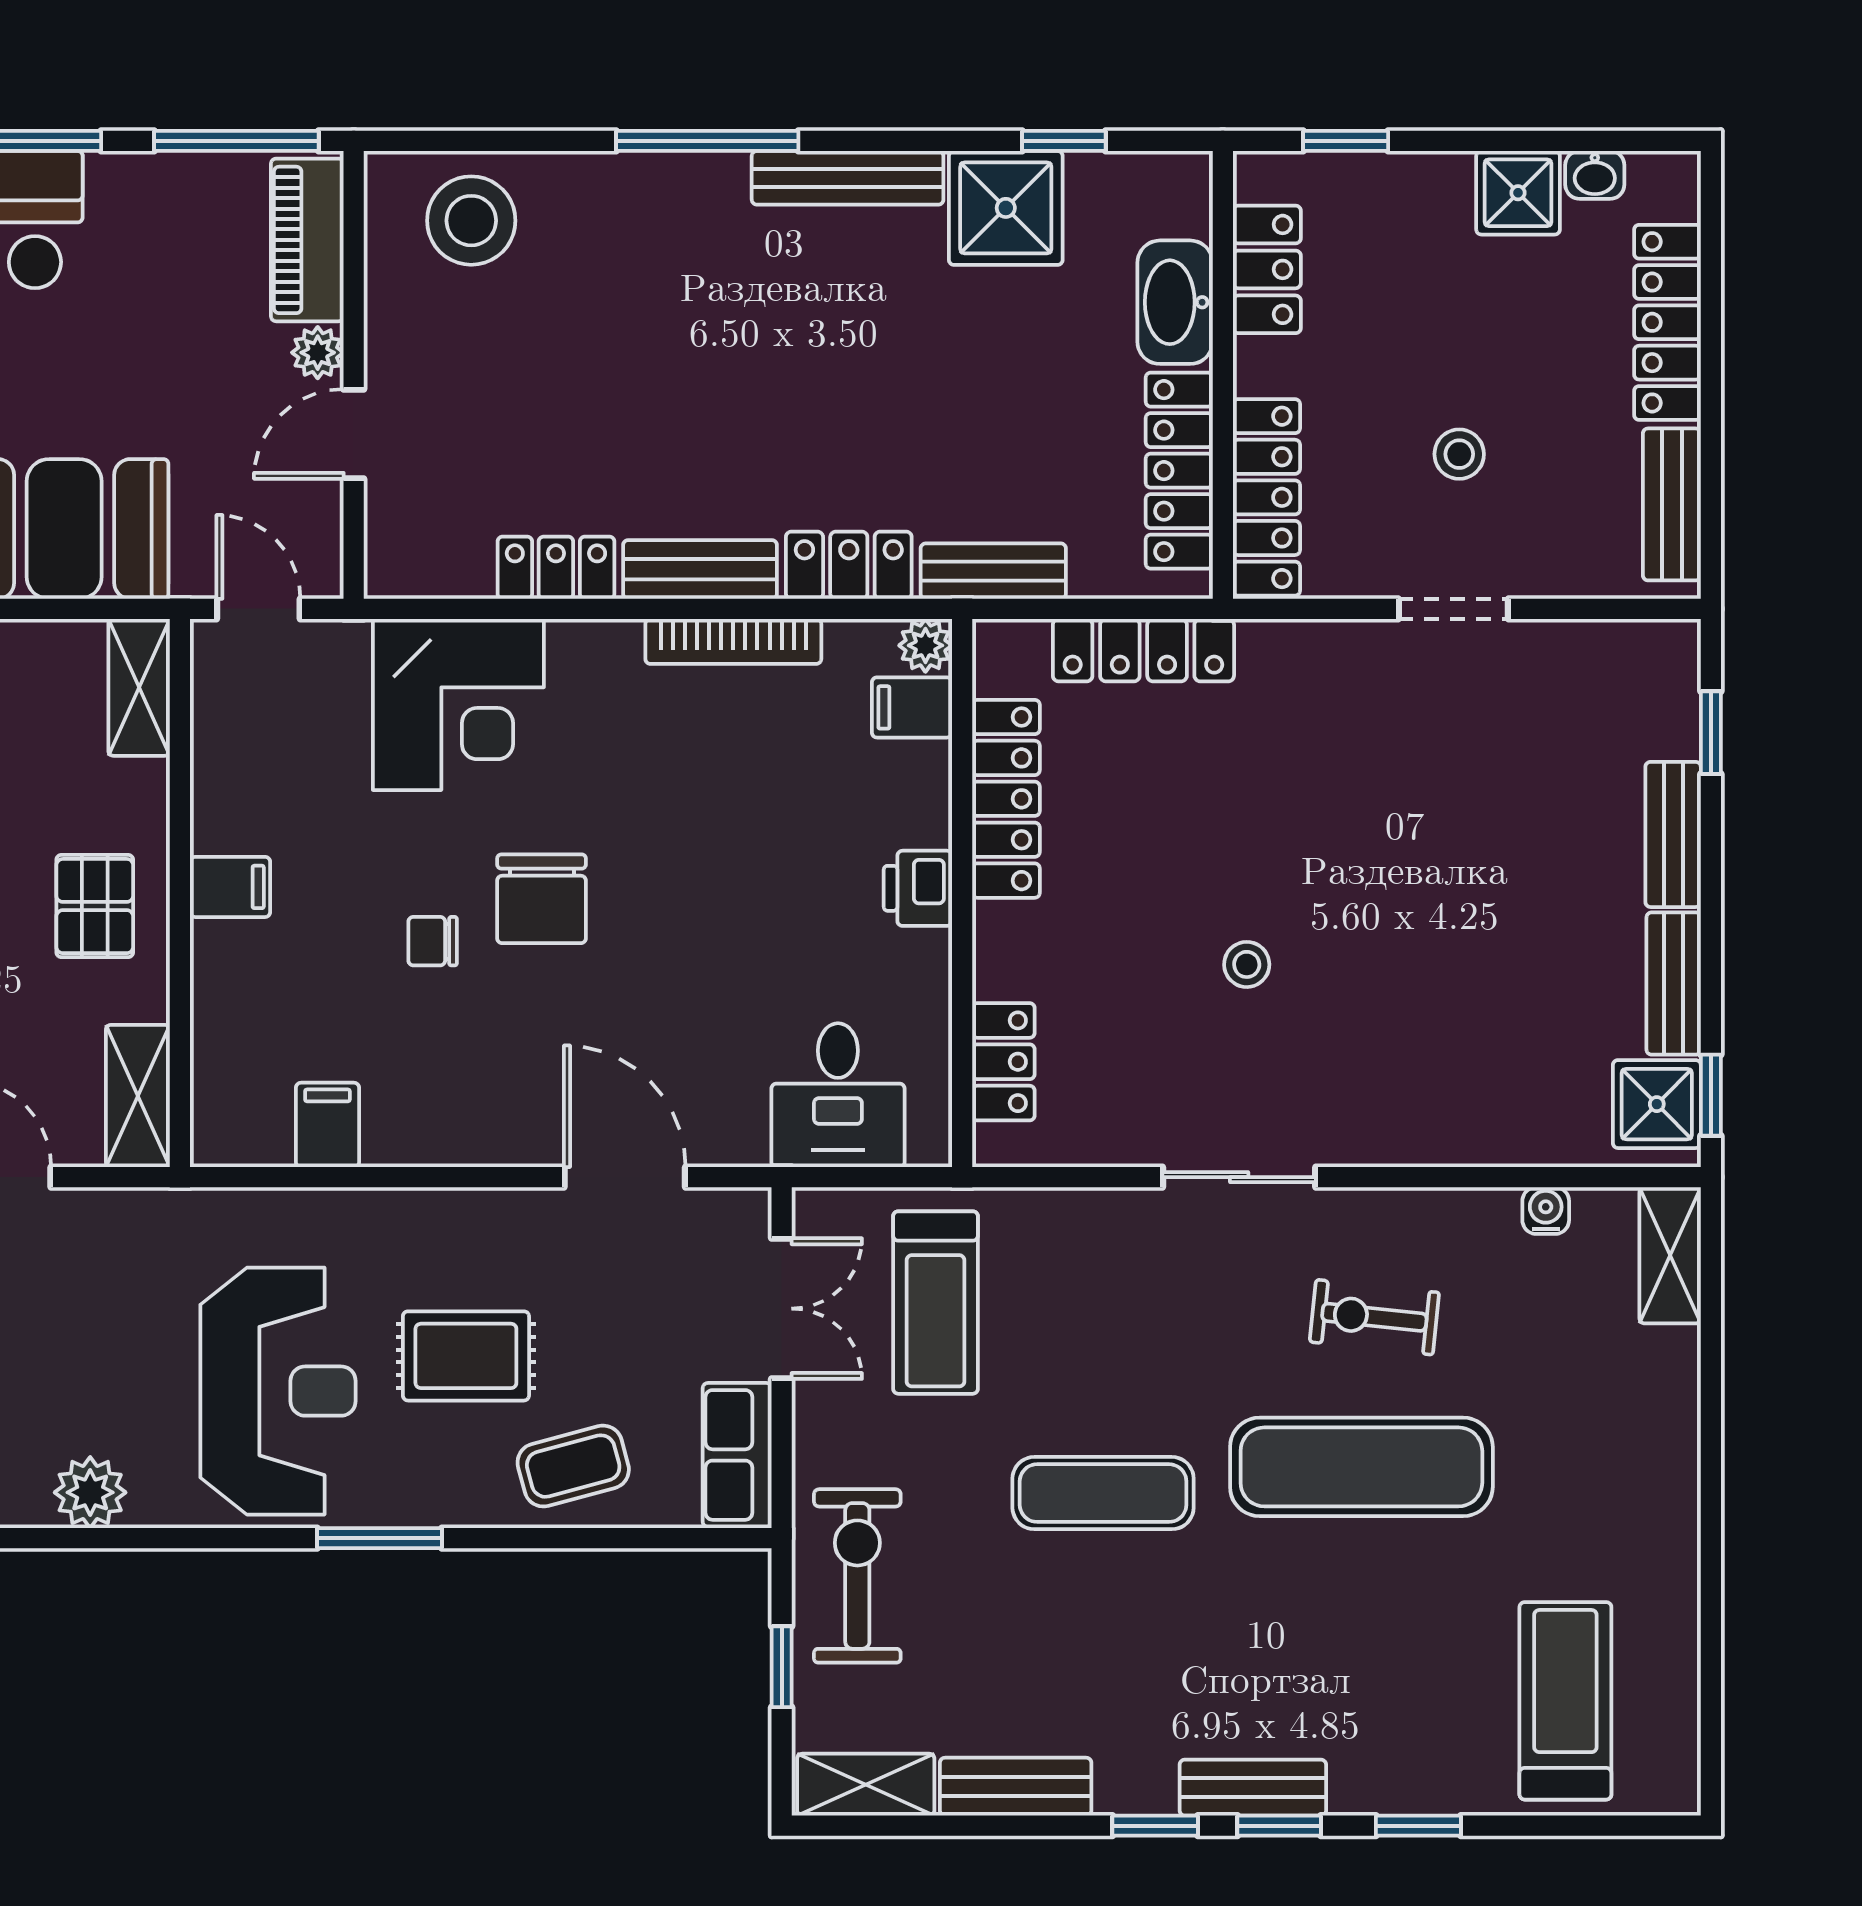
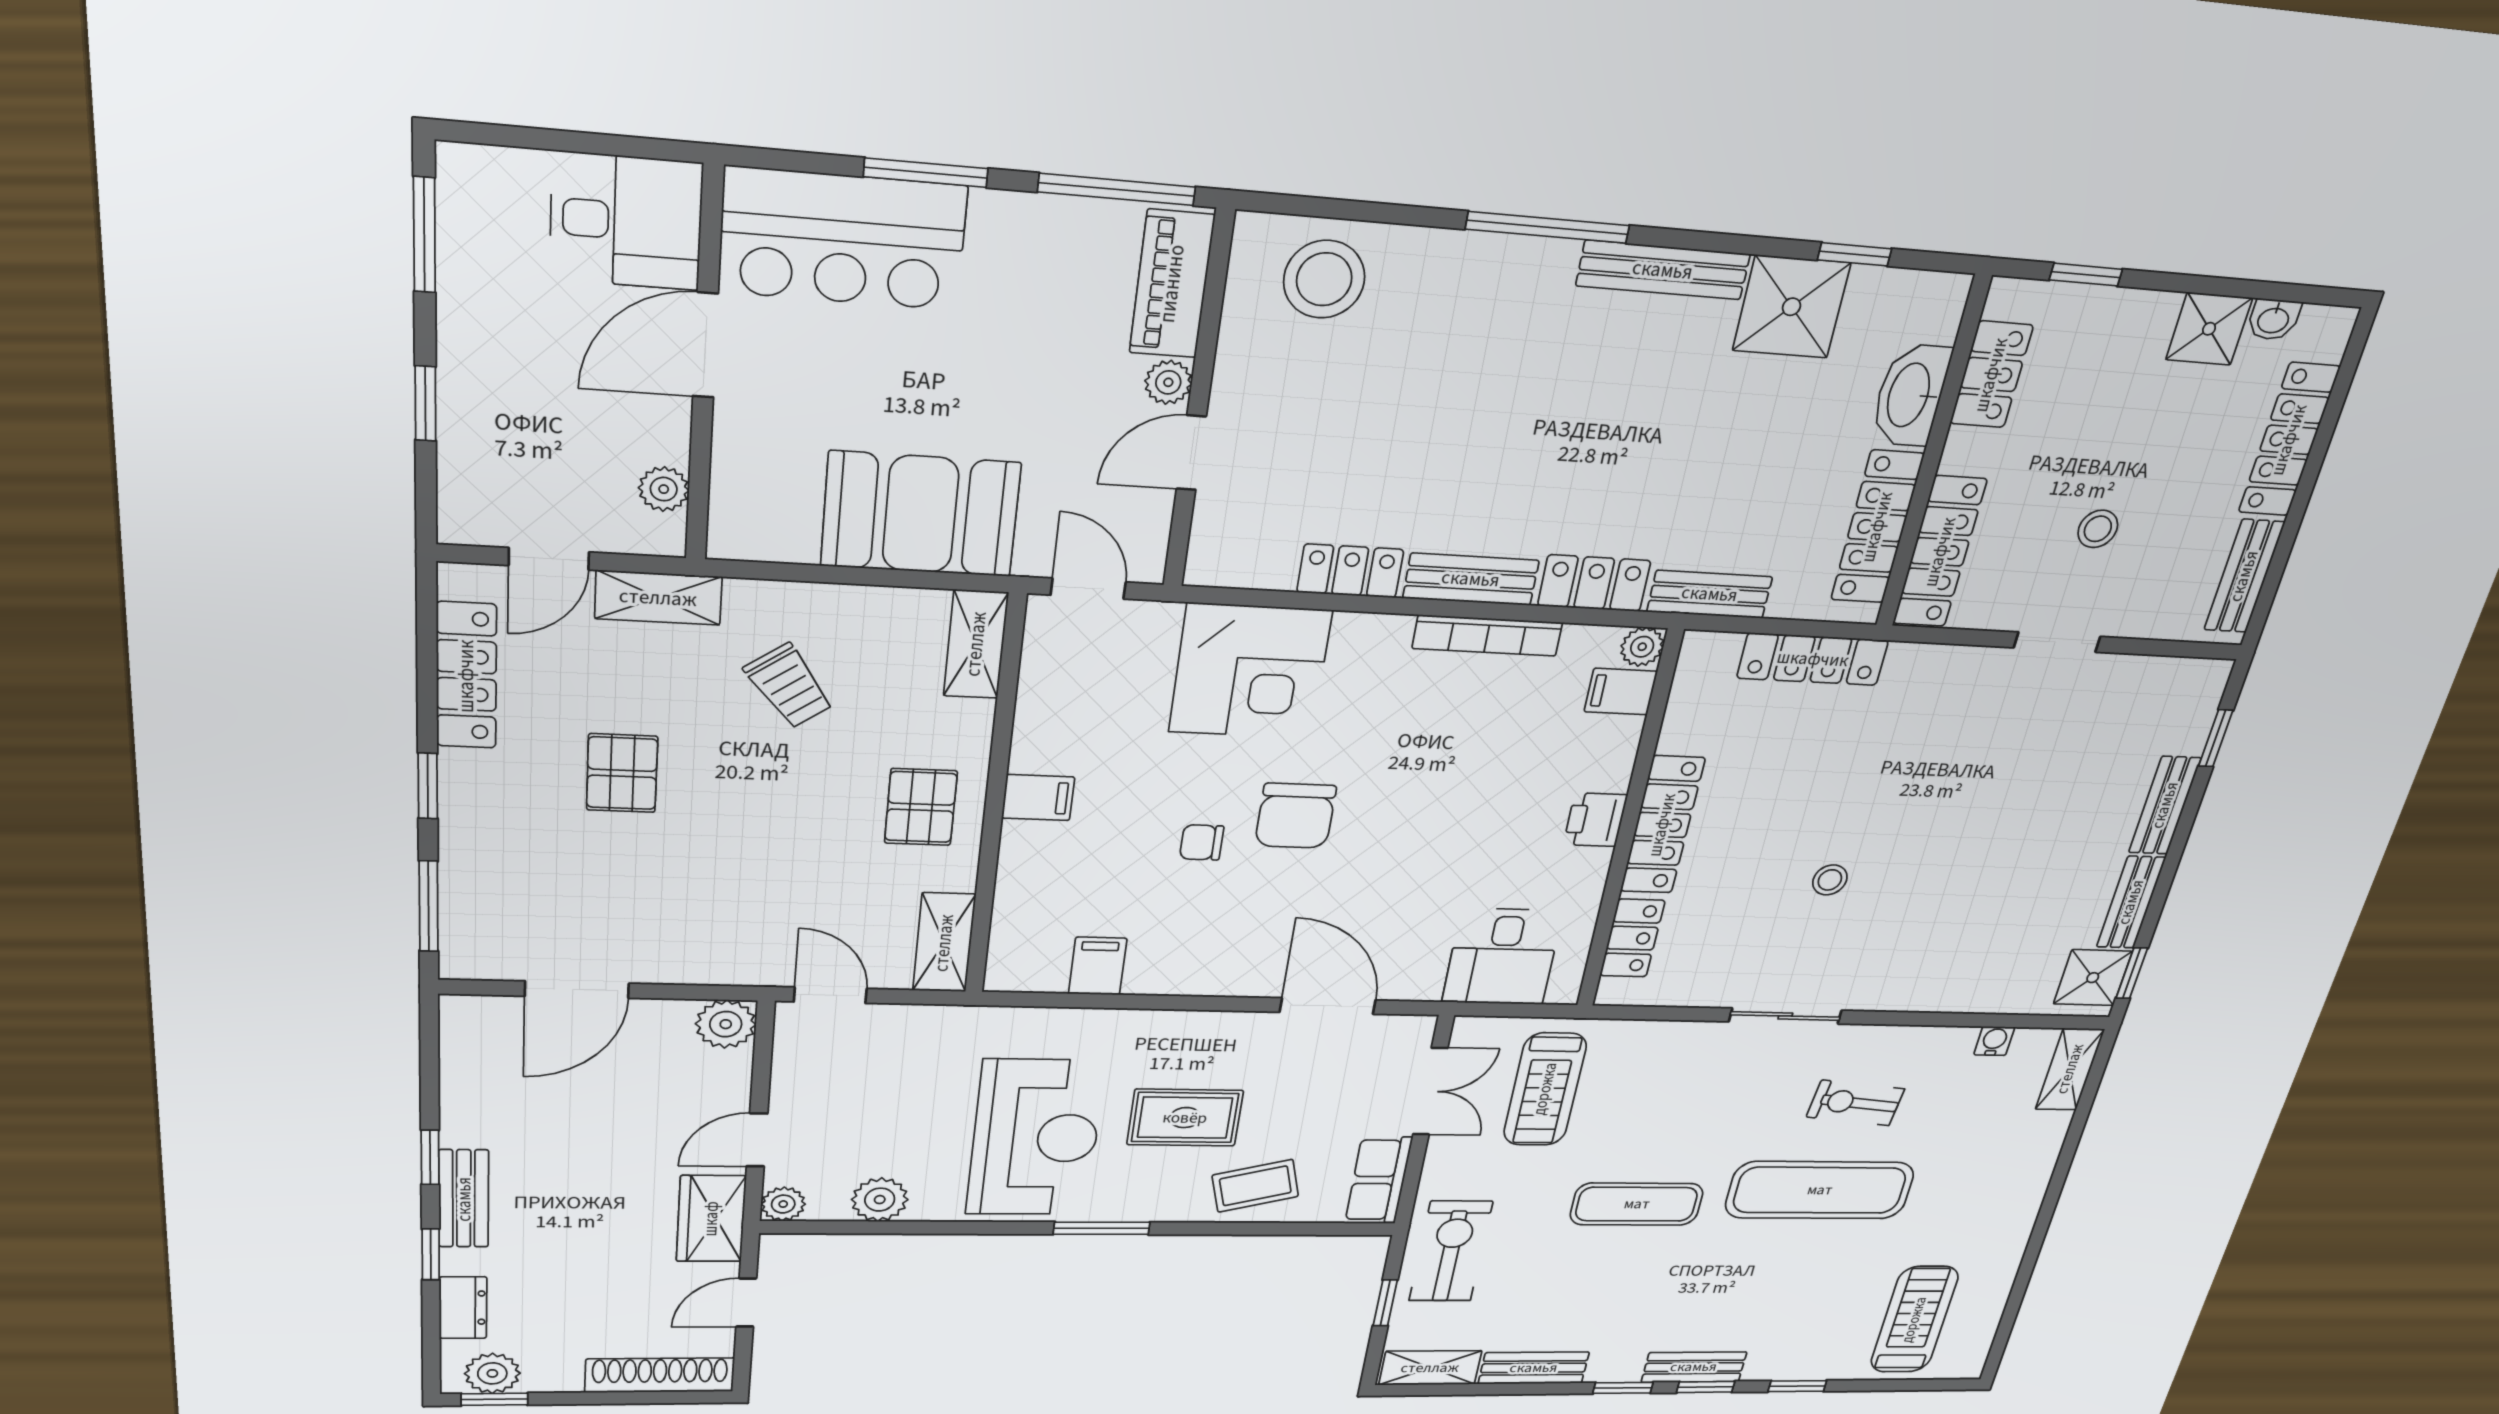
locker: (1006, 799) -> (1662, 825), moved

